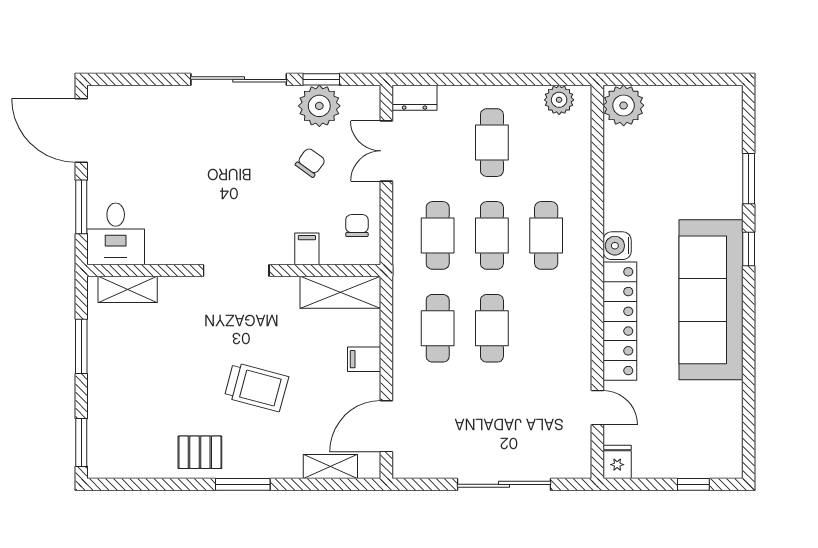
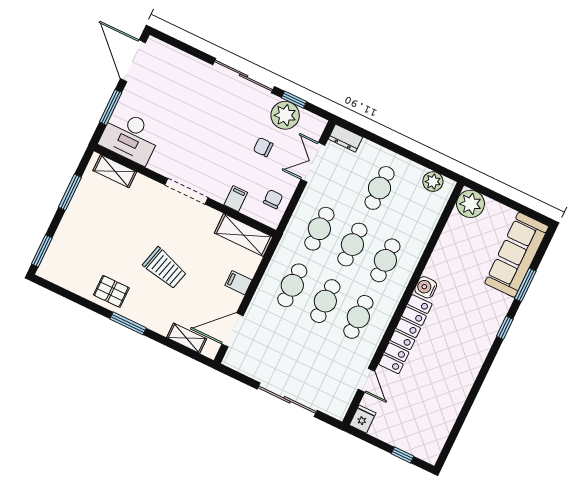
chair: (310, 162) -> (263, 147), turned -126
desk: (116, 234) -> (130, 137), width x1.37
sofa: (711, 300) -> (517, 255), moved, width x0.74, depth x0.79
cafe table: (546, 328) -> (358, 317), added

